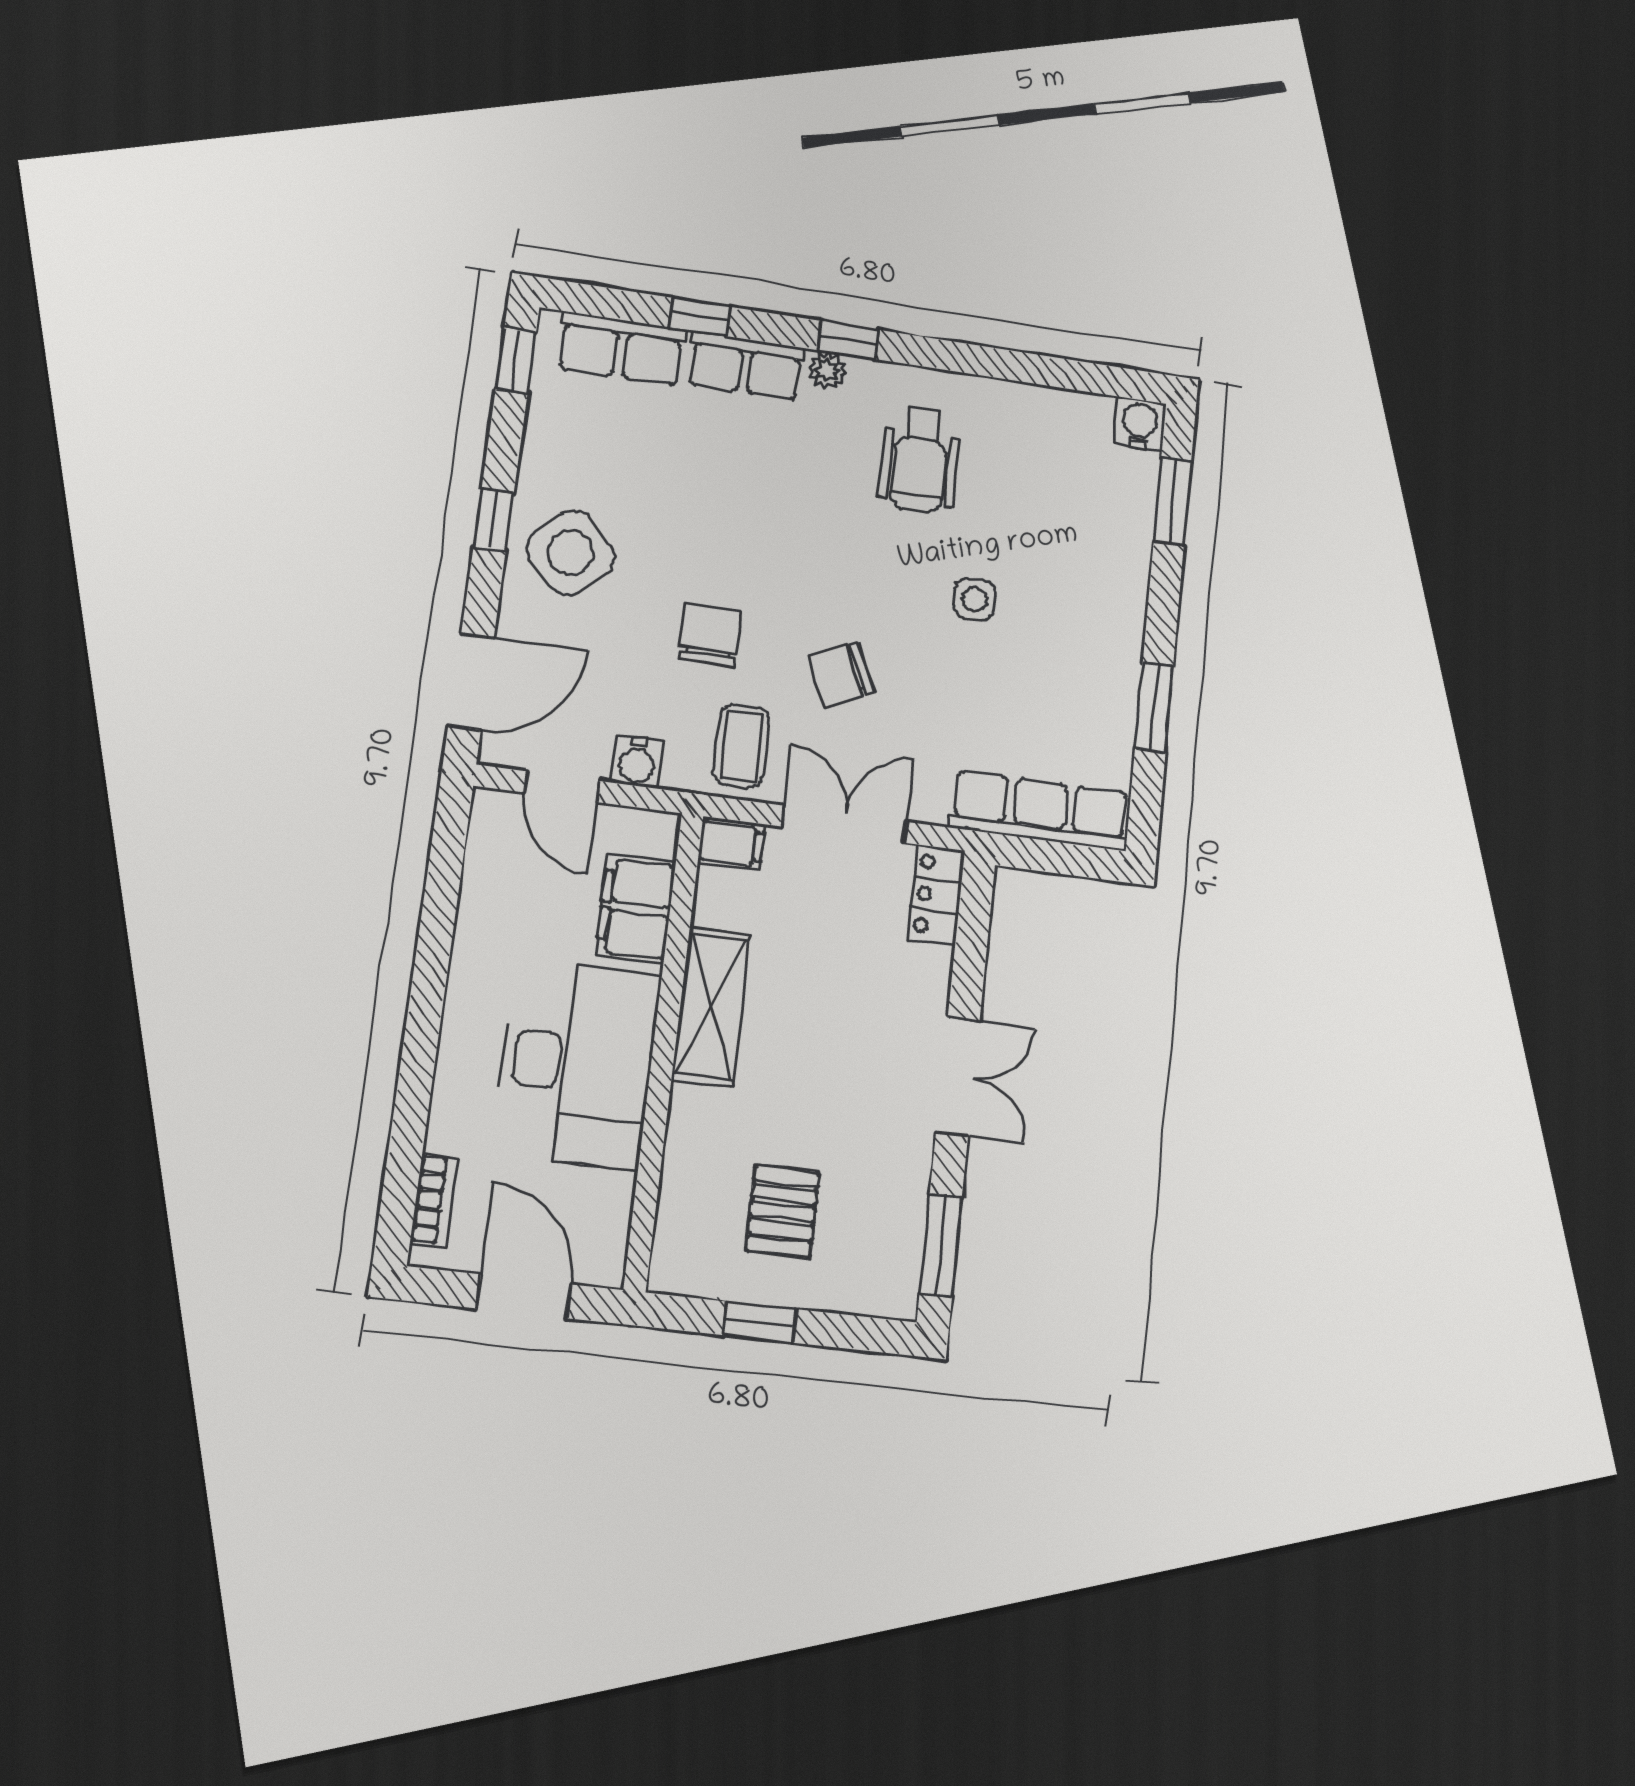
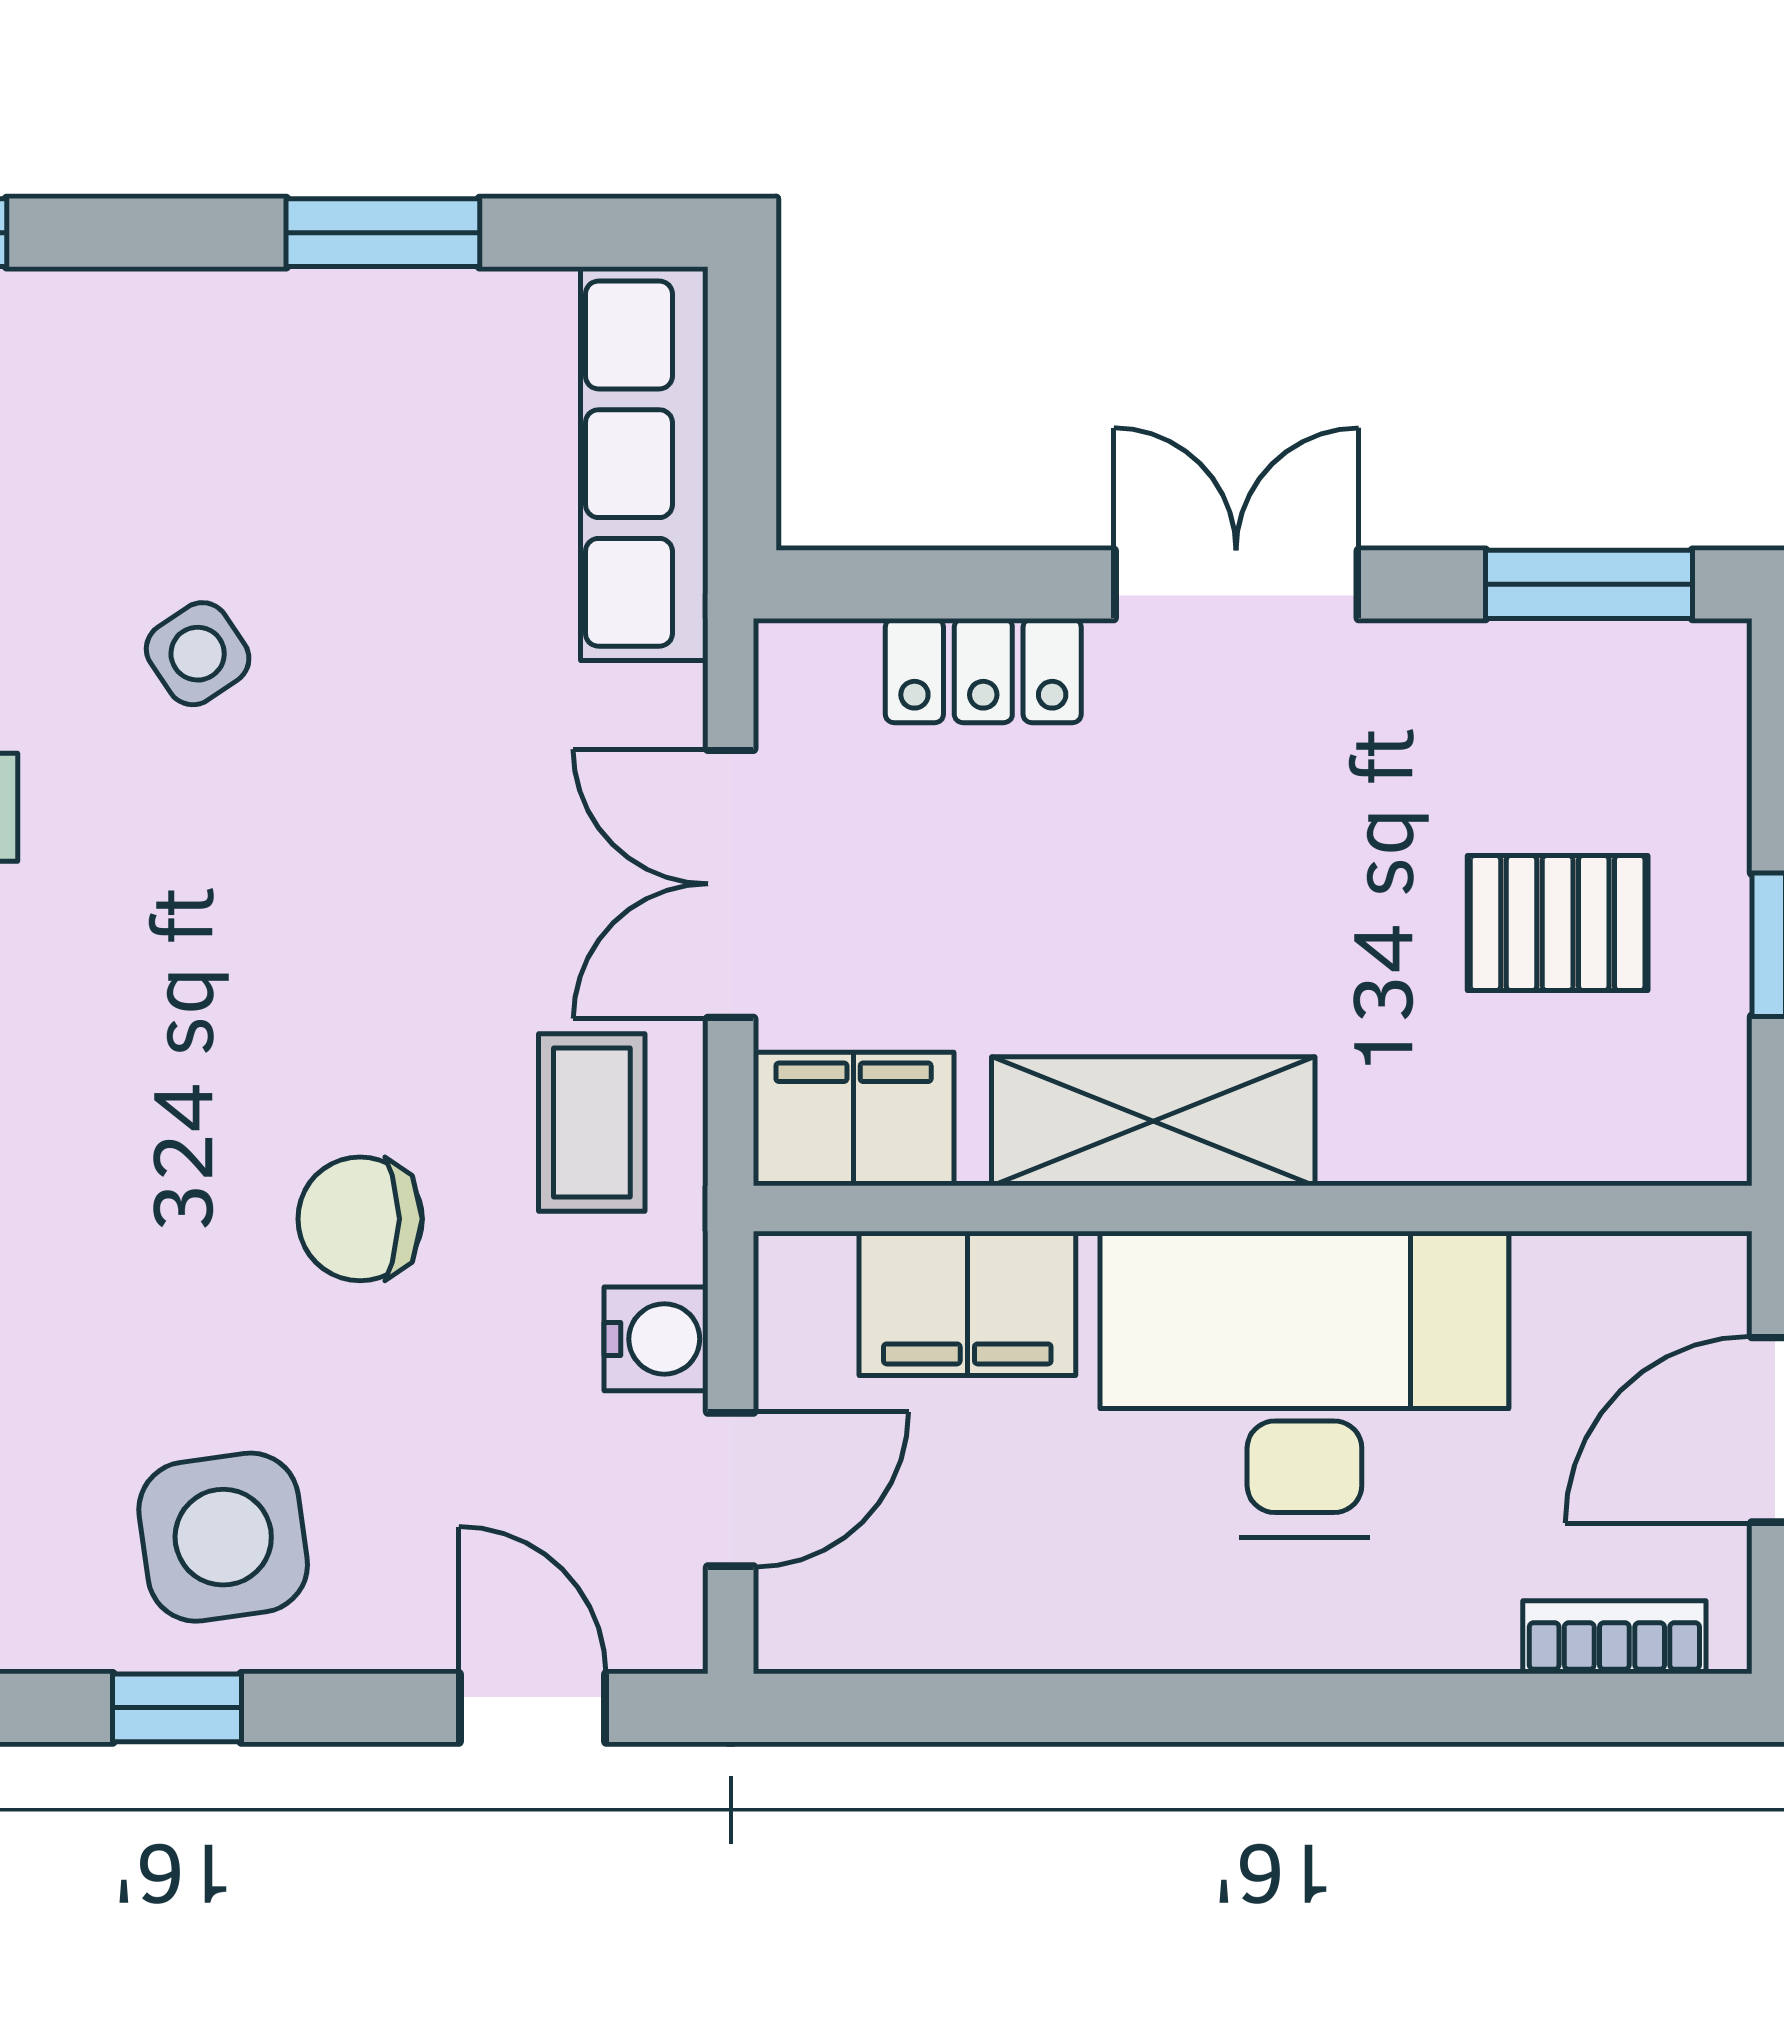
side table: (570, 553) -> (223, 1537), turned 36
side table: (975, 599) -> (198, 654), turned -34
chair: (841, 675) -> (407, 927), removed
door: (471, 681) -> (532, 1708), width x0.73
coffee table: (742, 746) -> (592, 1123), turned 90
filing cabinet: (732, 843) -> (854, 1119), width x2.00
locker: (936, 895) -> (983, 671), moved

